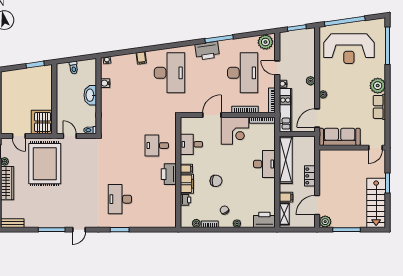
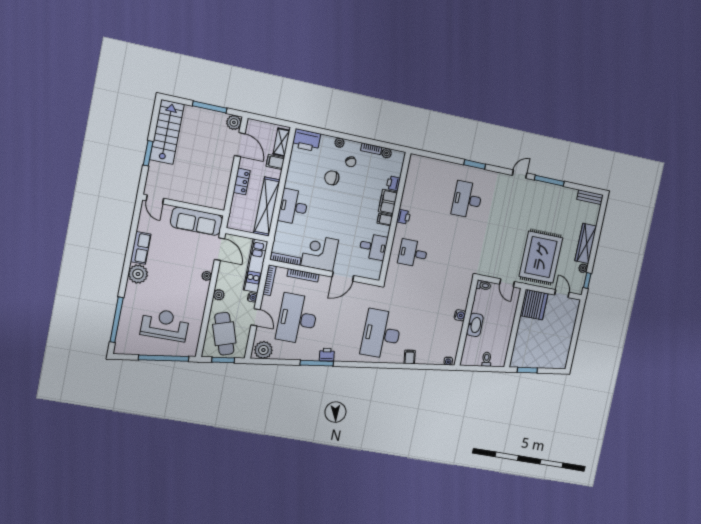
reception desk: (349, 49) -> (165, 325), width x0.74, depth x0.77
cafe table: (300, 50) -> (224, 334), added
printer: (207, 51) -> (327, 355), width x0.53, depth x0.68
water cooler: (105, 83) -> (460, 315), moved
door: (317, 118) -> (219, 249), hinge flipped
desk: (157, 146) -> (413, 253), turned 180
door: (376, 148) -> (155, 199), swing flipped
printer: (169, 174) -> (403, 217), width x0.53, depth x0.68
chair: (216, 181) -> (332, 178), moved
desk: (120, 199) -> (467, 200), turned 180
door: (317, 205) -> (240, 145), hinge flipped

